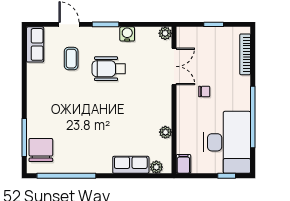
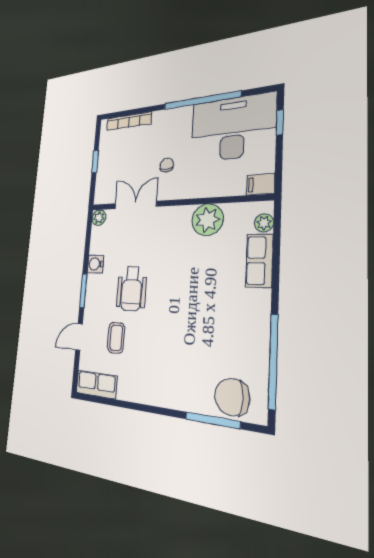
coffee table: (71, 59) -> (116, 338), turned 90
plant: (165, 132) -> (207, 220), width x1.88, depth x1.88

